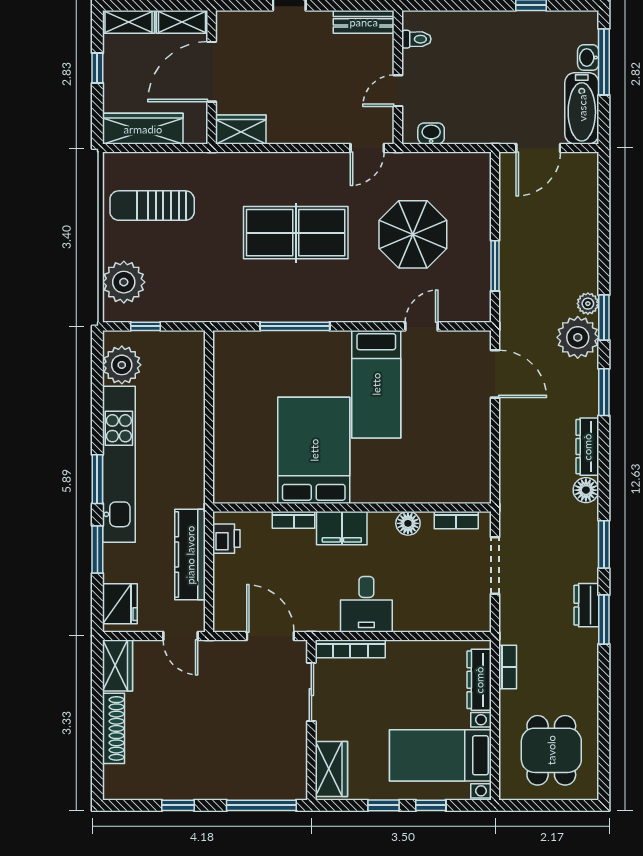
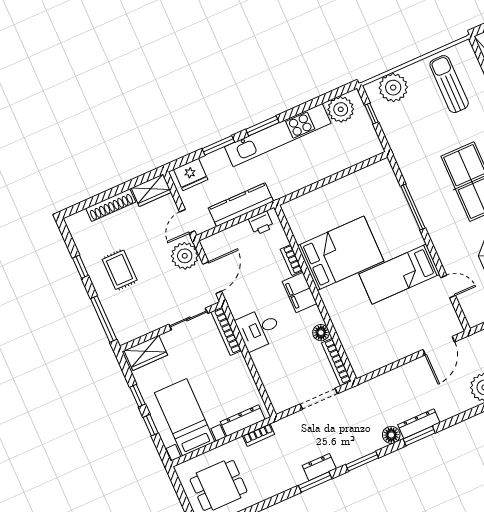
window: (604, 392) -> (419, 436), moved
bookcase: (456, 520) -> (336, 362), width x1.56
plant: (225, 660) -> (185, 256), added
rug: (205, 755) -> (120, 270), added

